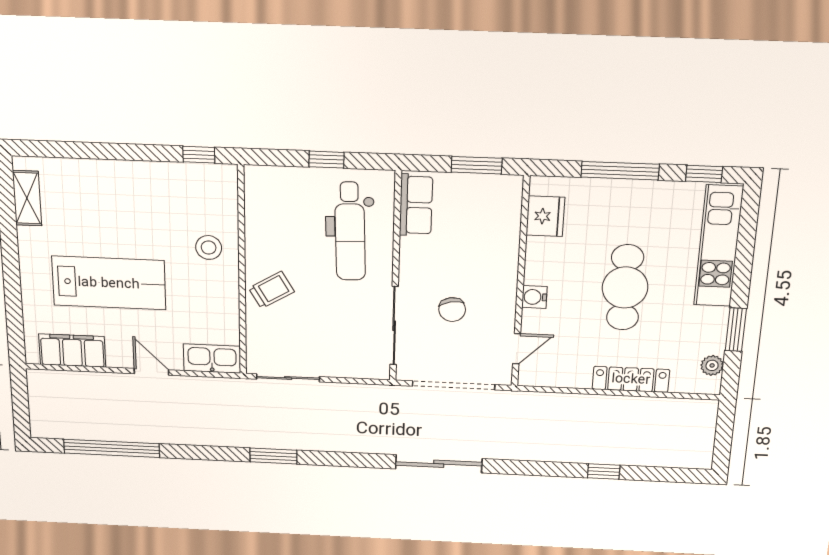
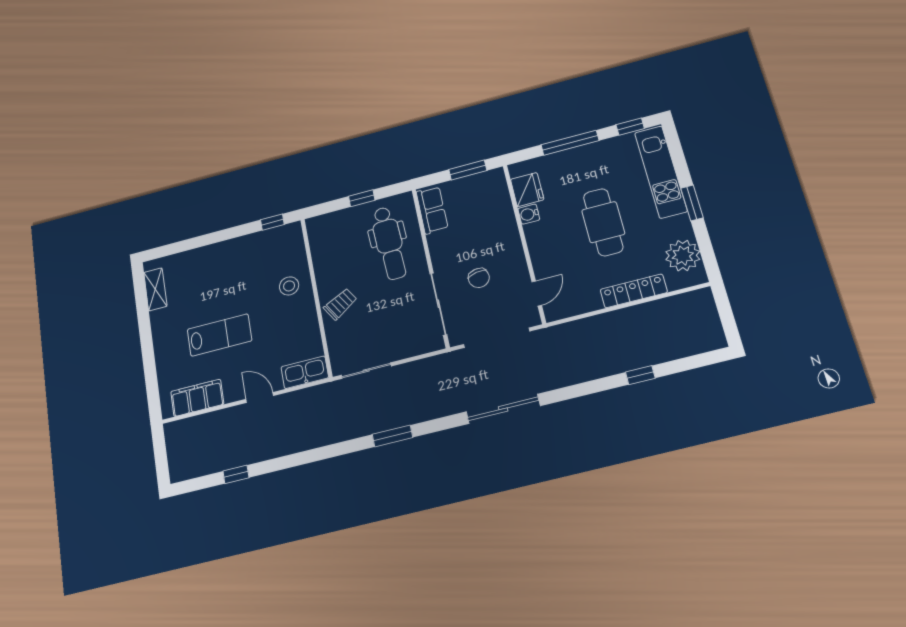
lab bench: (109, 283) -> (220, 335), width x0.73, depth x0.72
water cooler: (534, 297) -> (529, 214), moved
window: (736, 330) -> (692, 203), moved
plant: (712, 365) -> (683, 256), width x1.88, depth x1.88
window: (112, 448) -> (236, 474), width x0.32
window: (273, 456) -> (393, 436), moved

